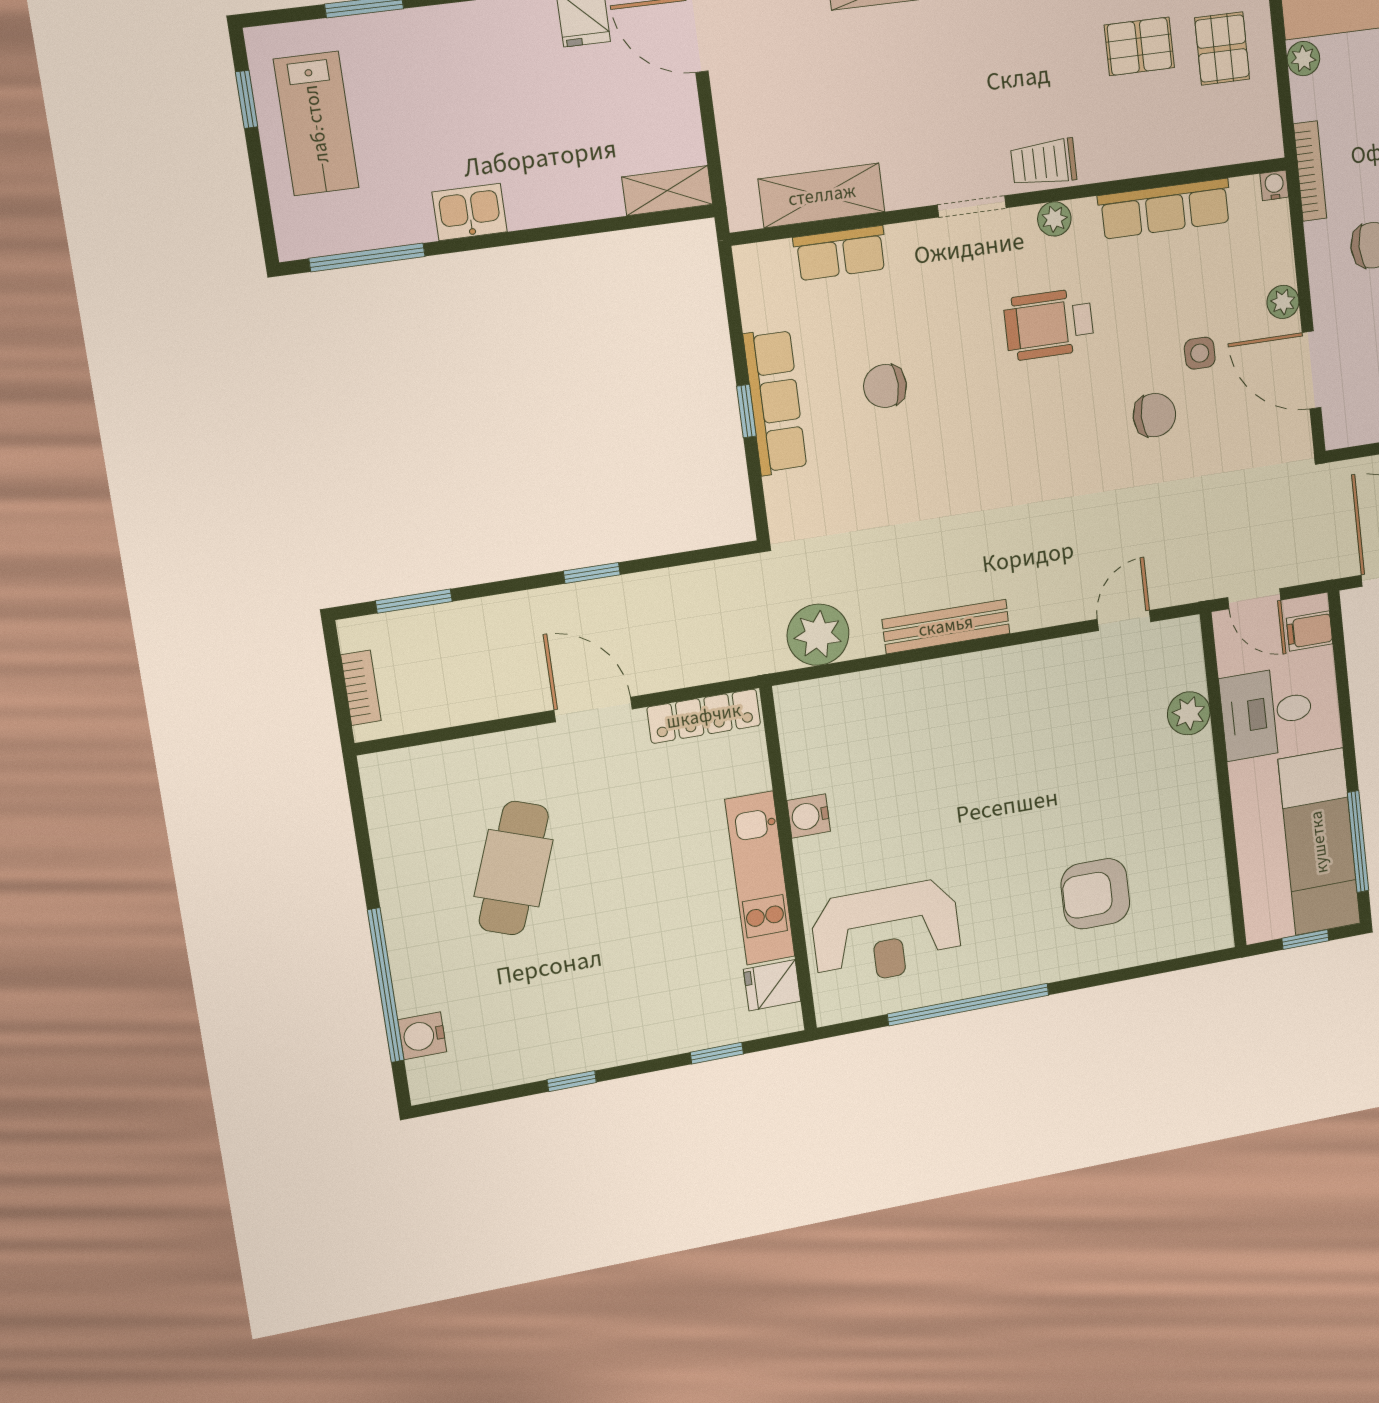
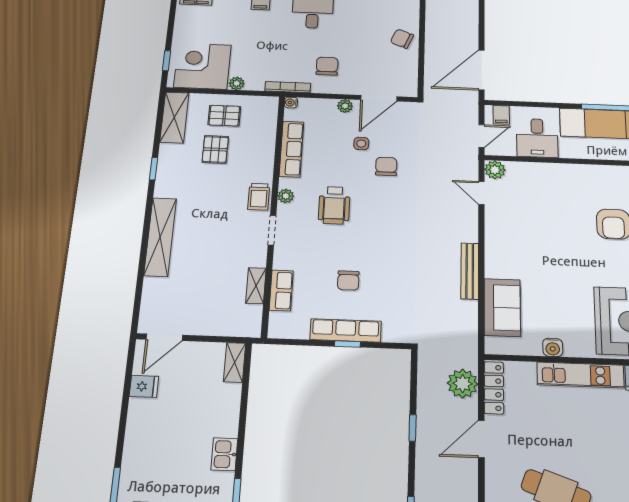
shelving: (822, 195) -> (256, 286), width x0.67, depth x0.75
plant: (818, 635) -> (463, 384), moved
sofa: (877, 704) -> (502, 307), added
plant: (1189, 713) -> (495, 170), moved

